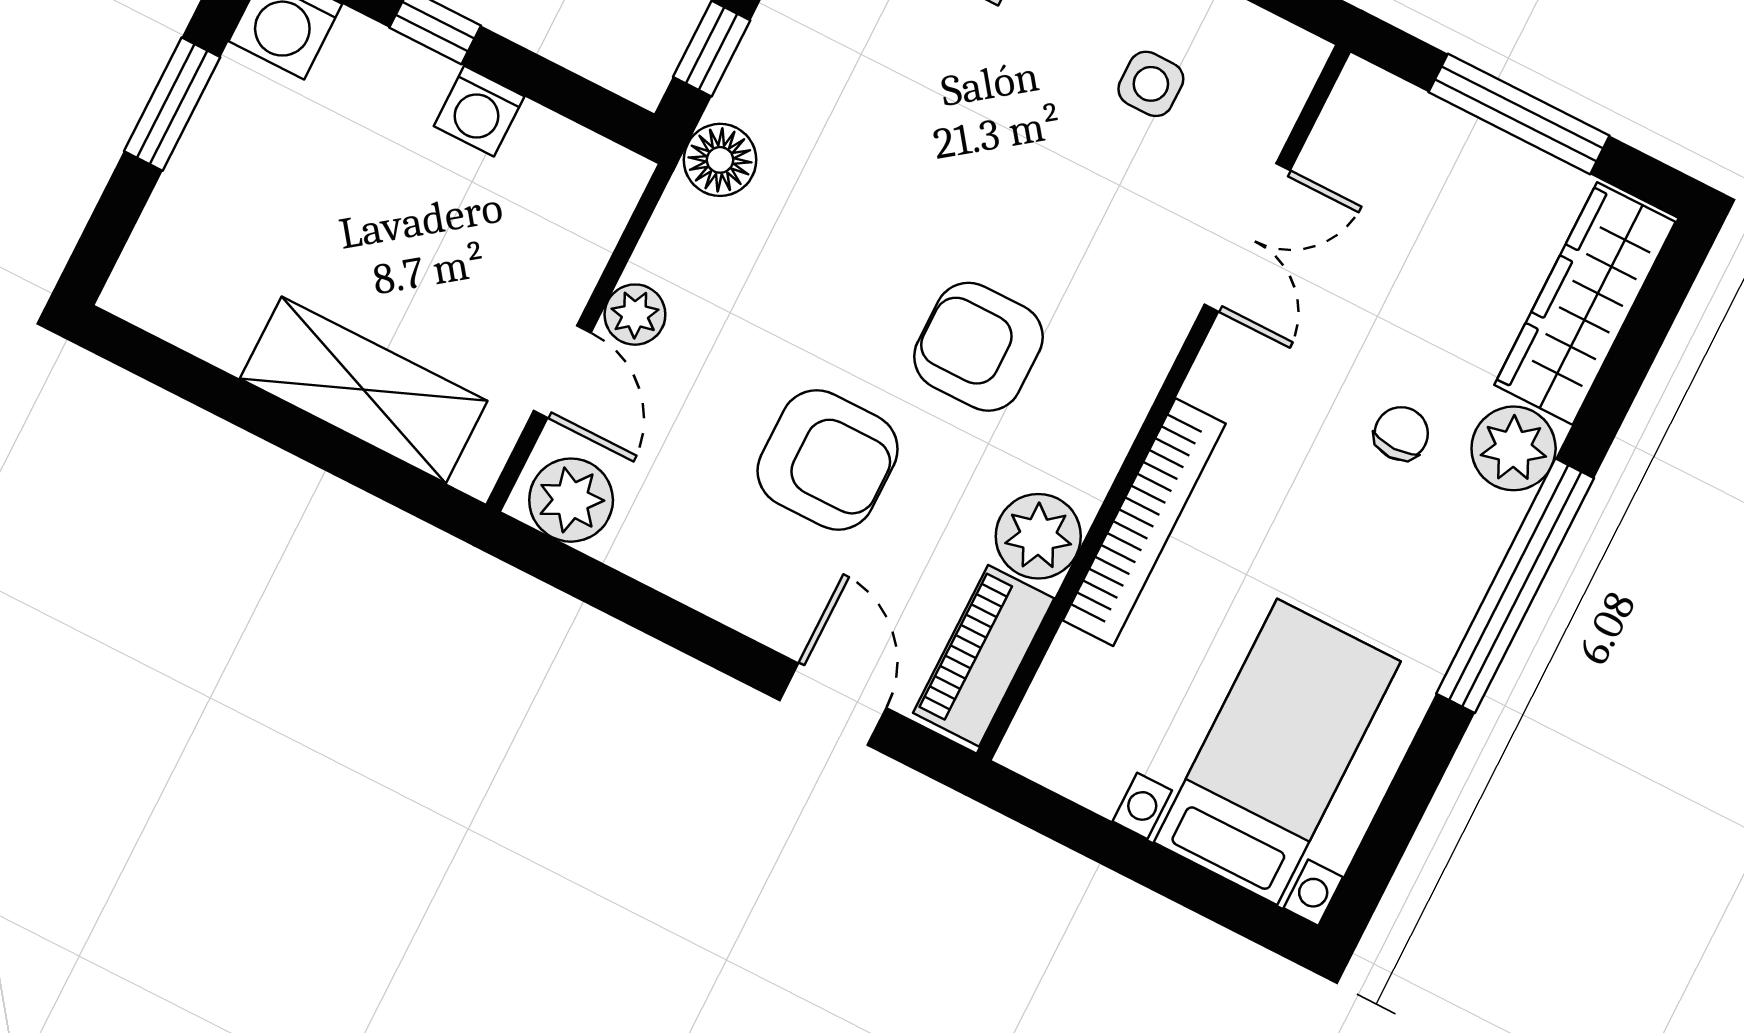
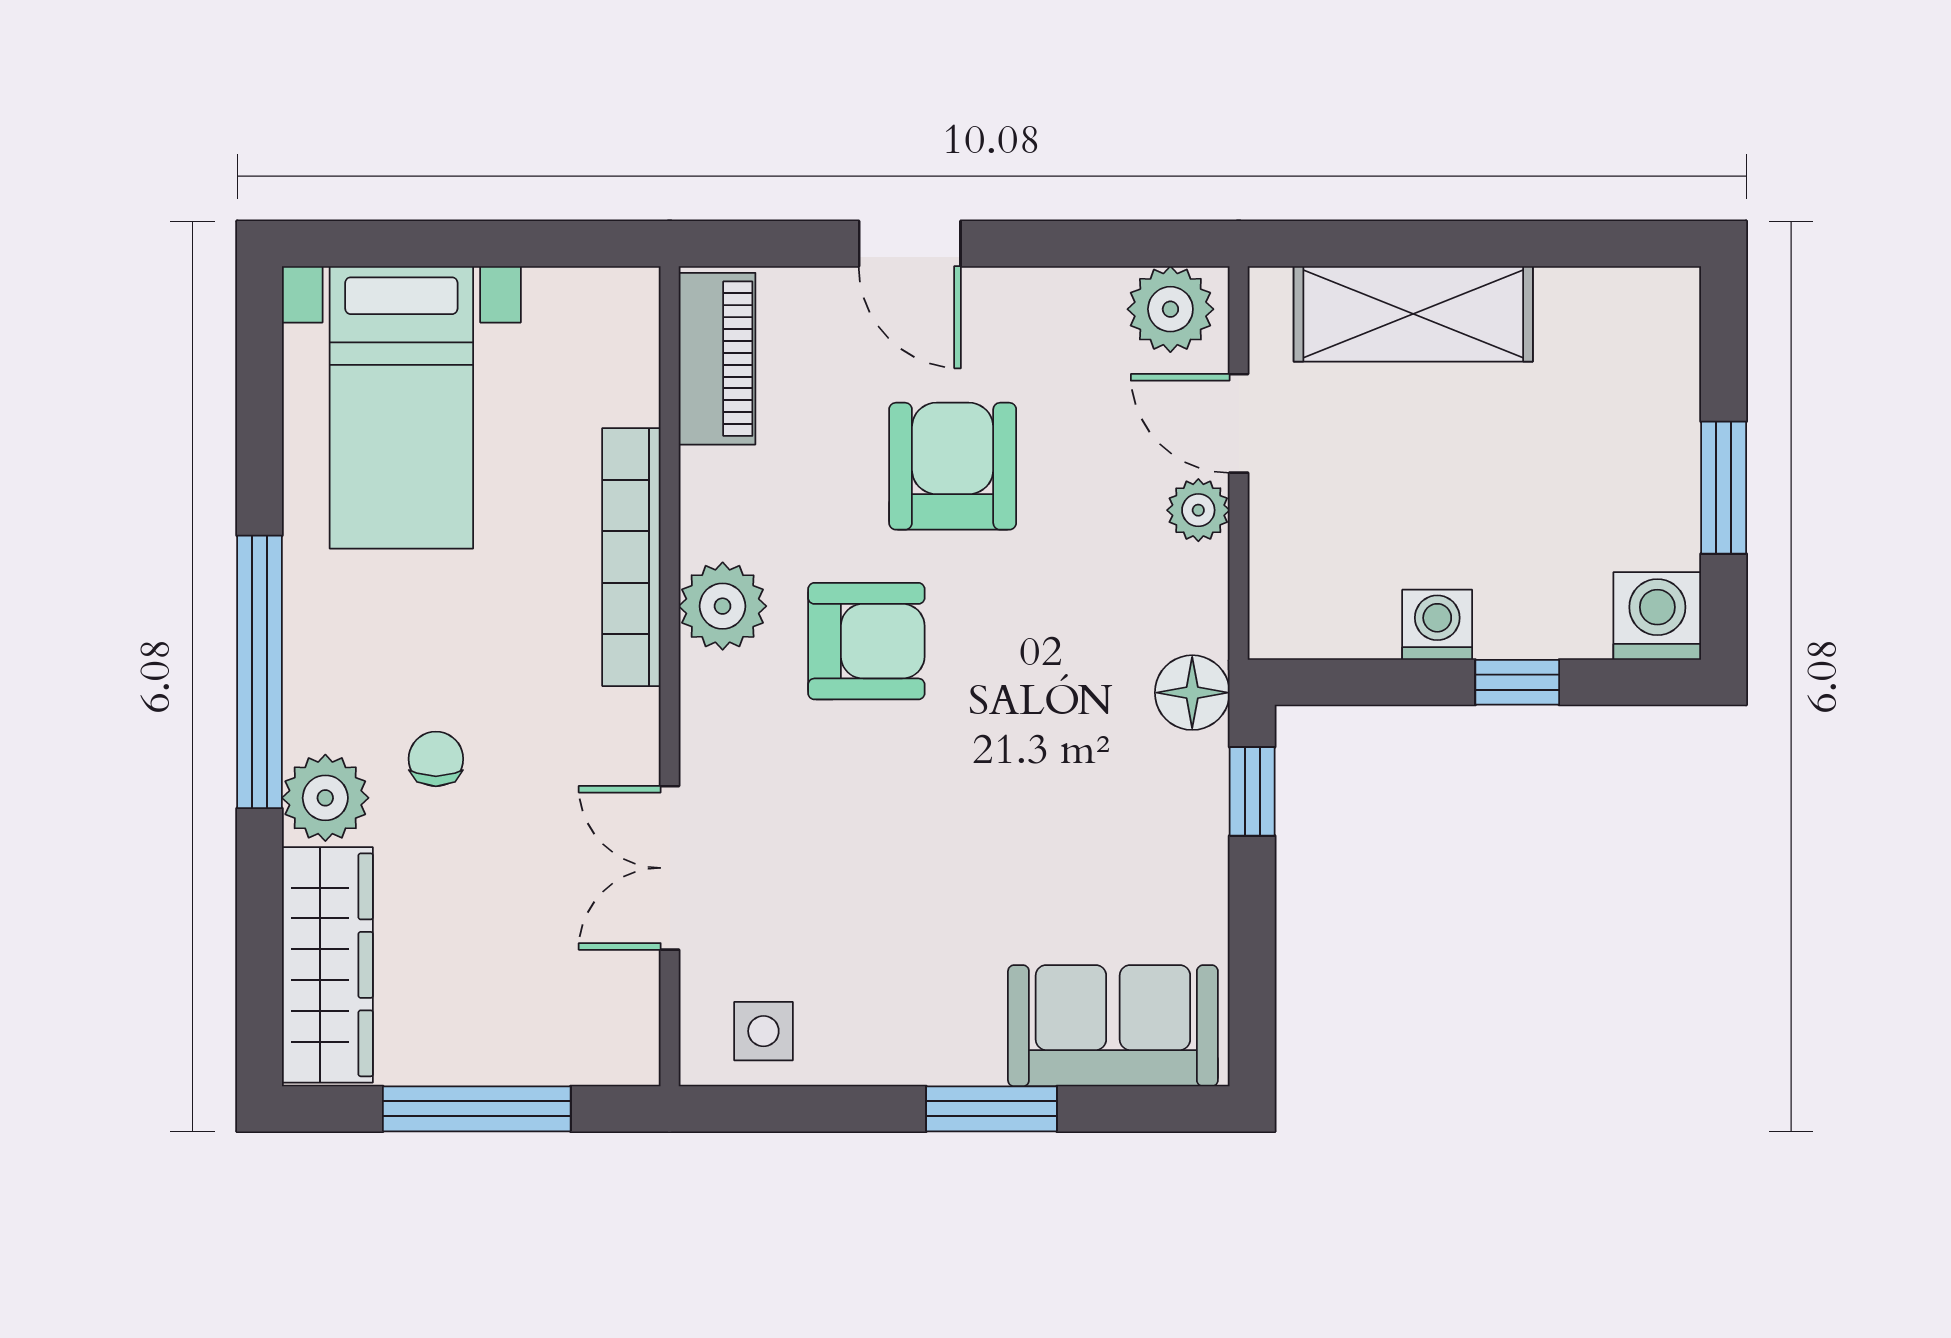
side table: (1151, 84) -> (763, 1031), moved
chair: (1401, 434) -> (436, 759), turned 180
armchair: (828, 460) -> (953, 466), turned 90
plant: (1038, 536) -> (723, 606), moved
door: (833, 704) -> (910, 244), moved

